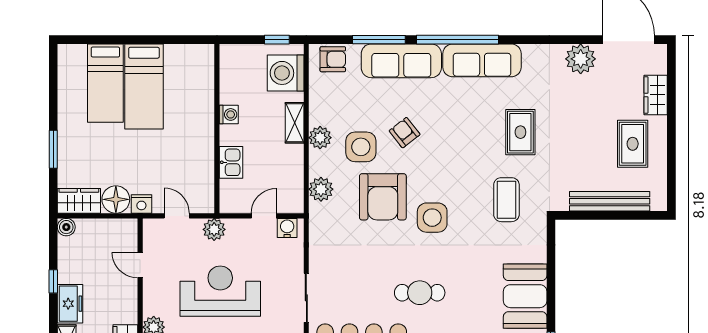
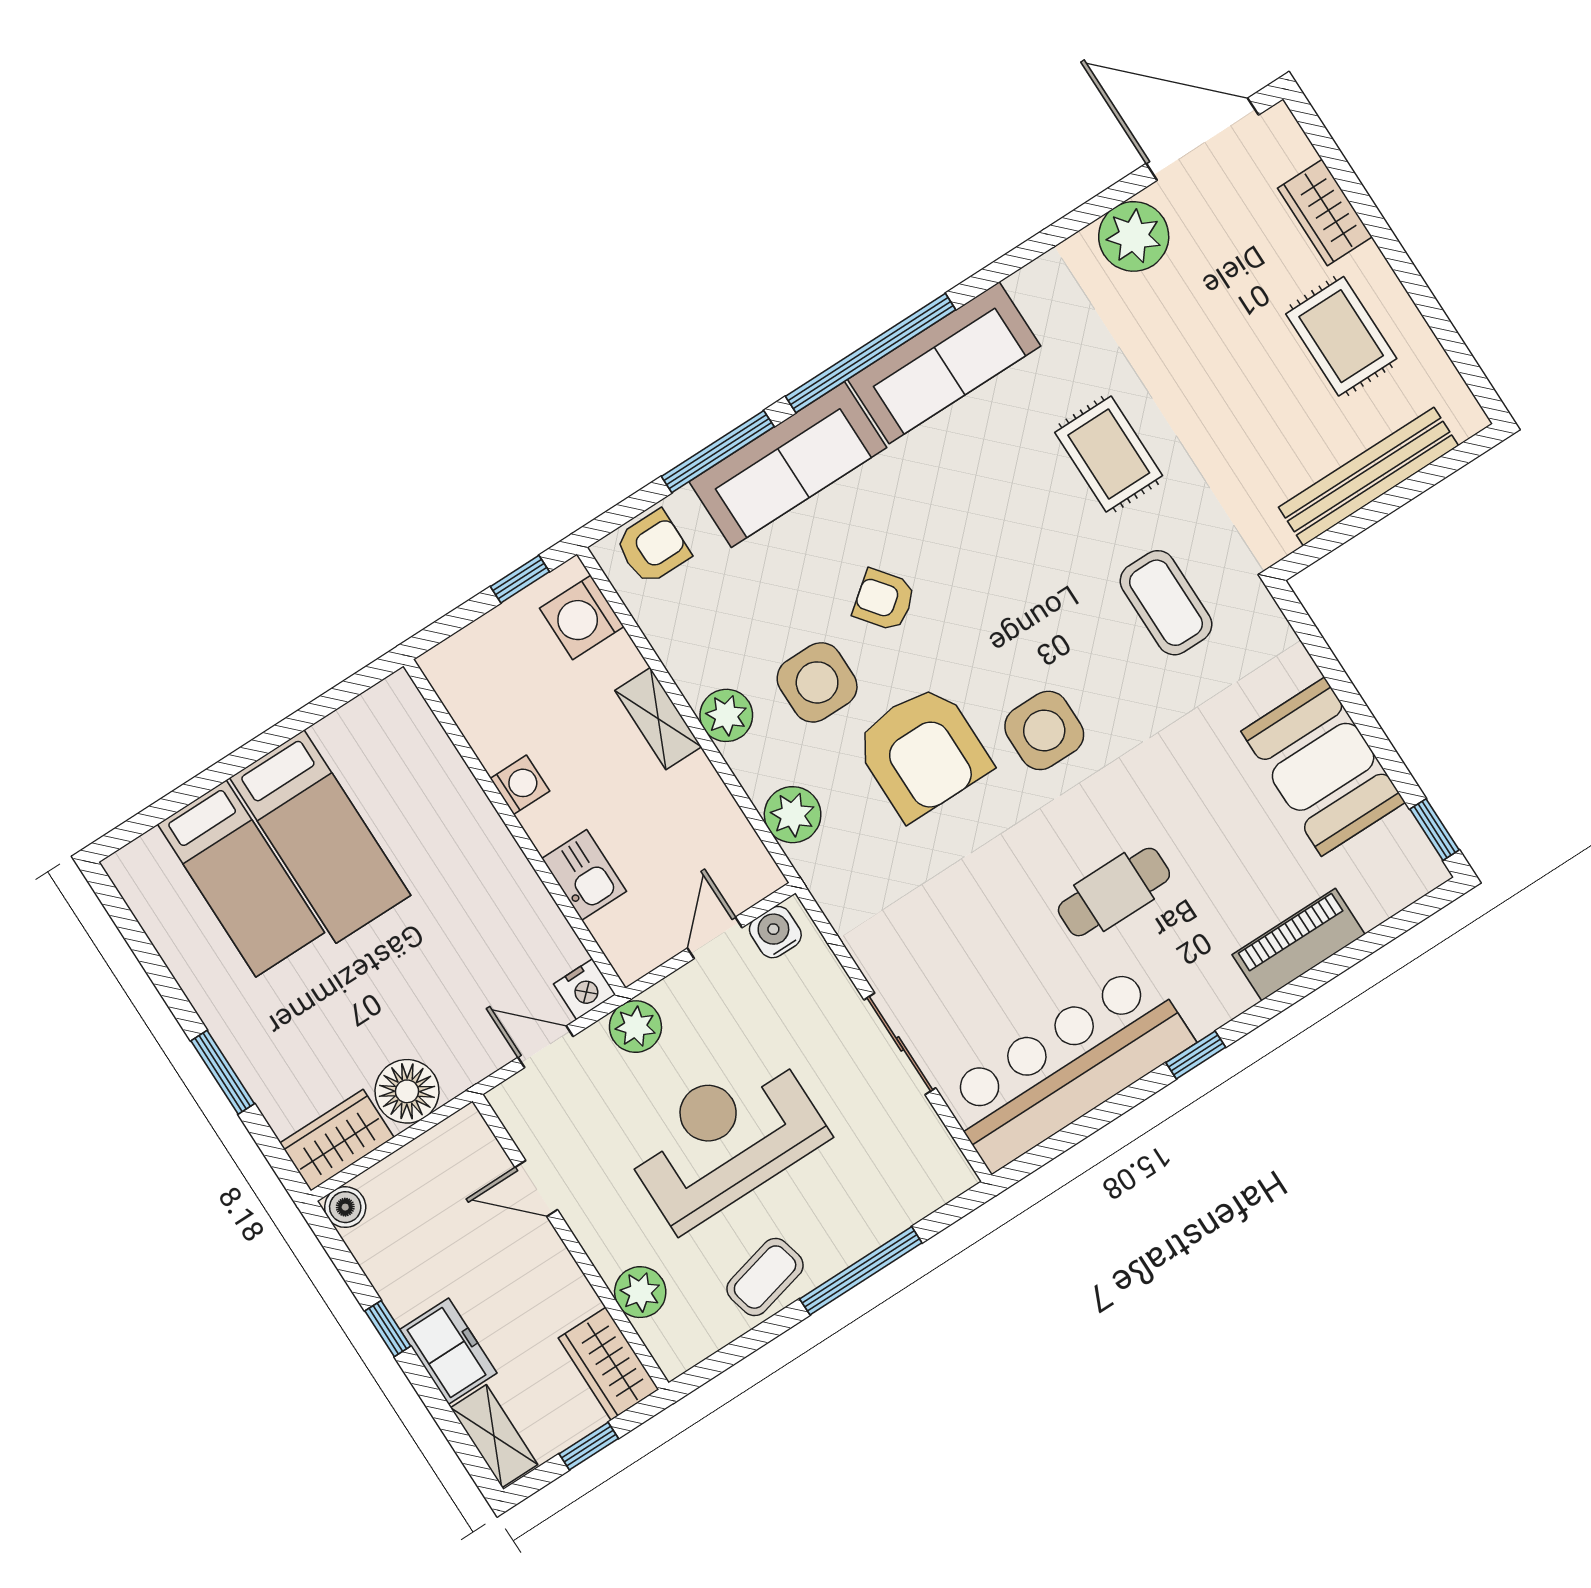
washing machine: (286, 73) -> (582, 617), width x0.73, depth x0.73
nightstand: (141, 204) -> (585, 989), moved

